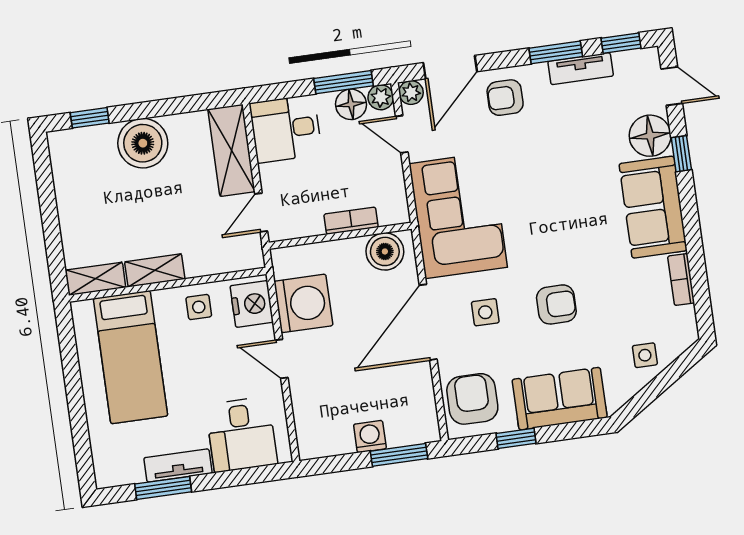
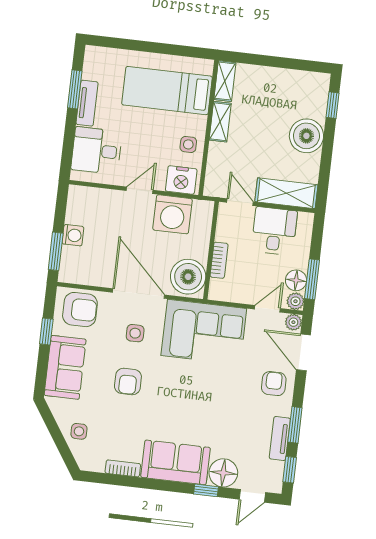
desk: (286, 129) -> (274, 231), moved
boiler: (385, 251) -> (188, 277), width x1.37, depth x1.37

